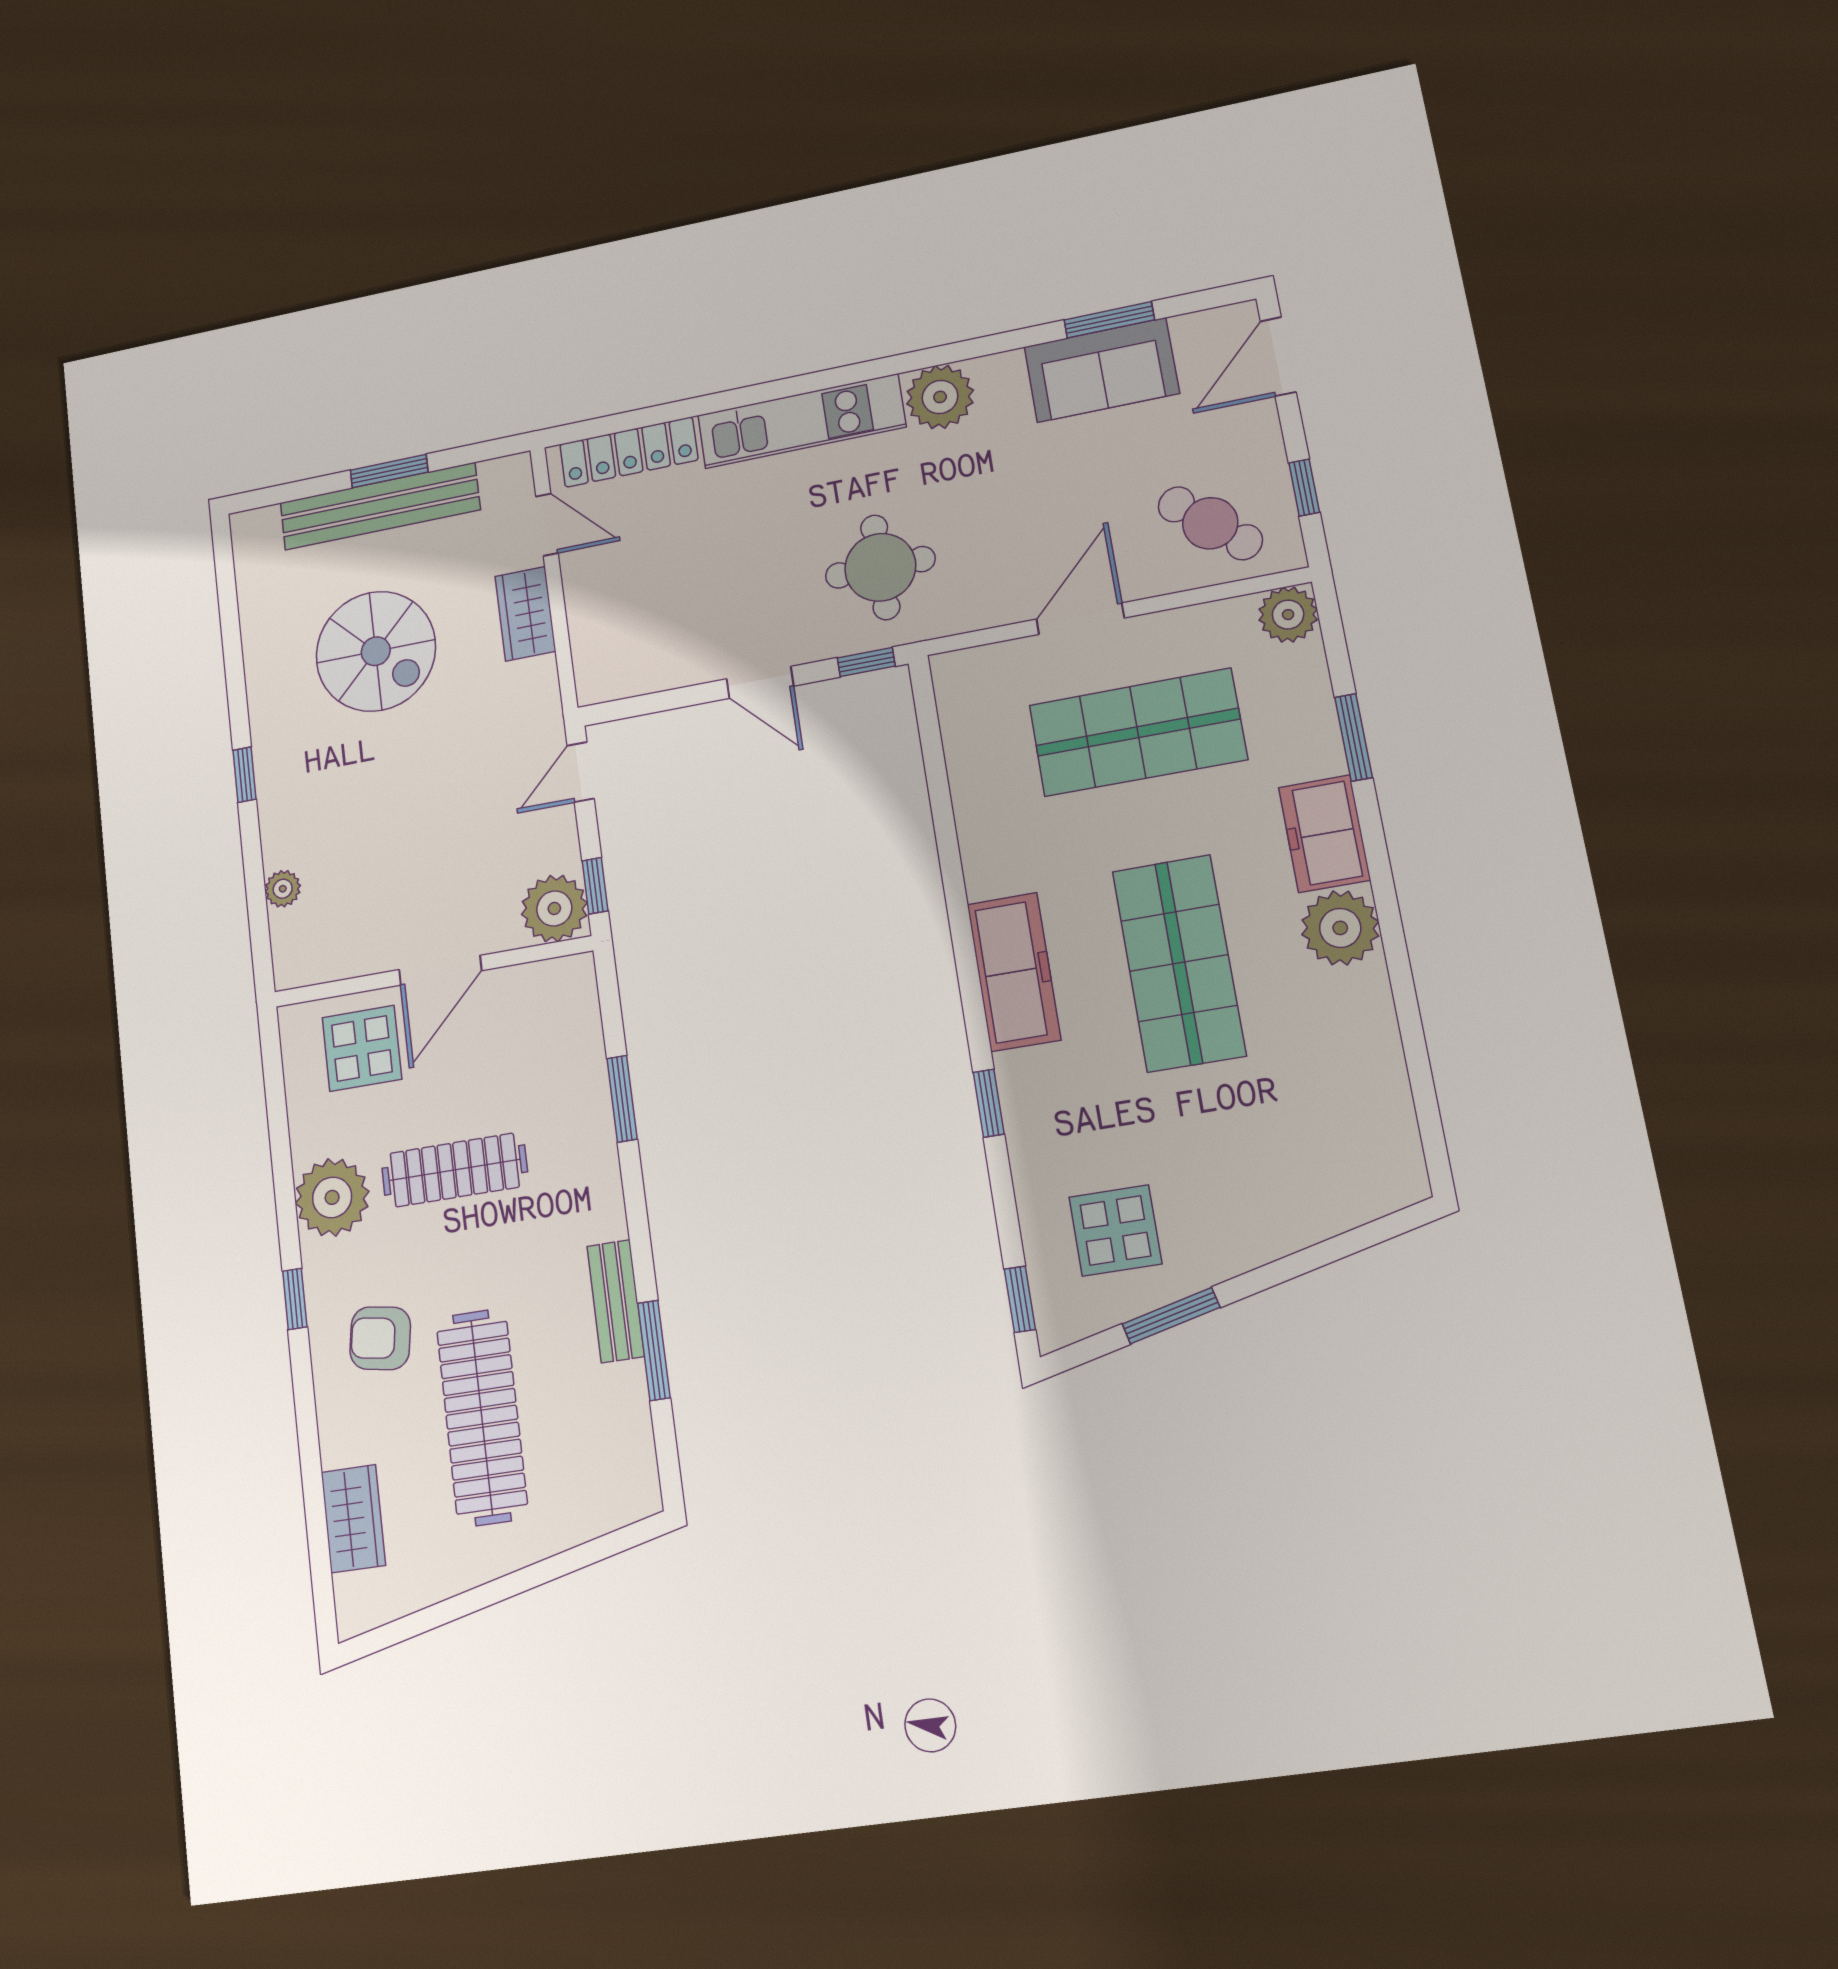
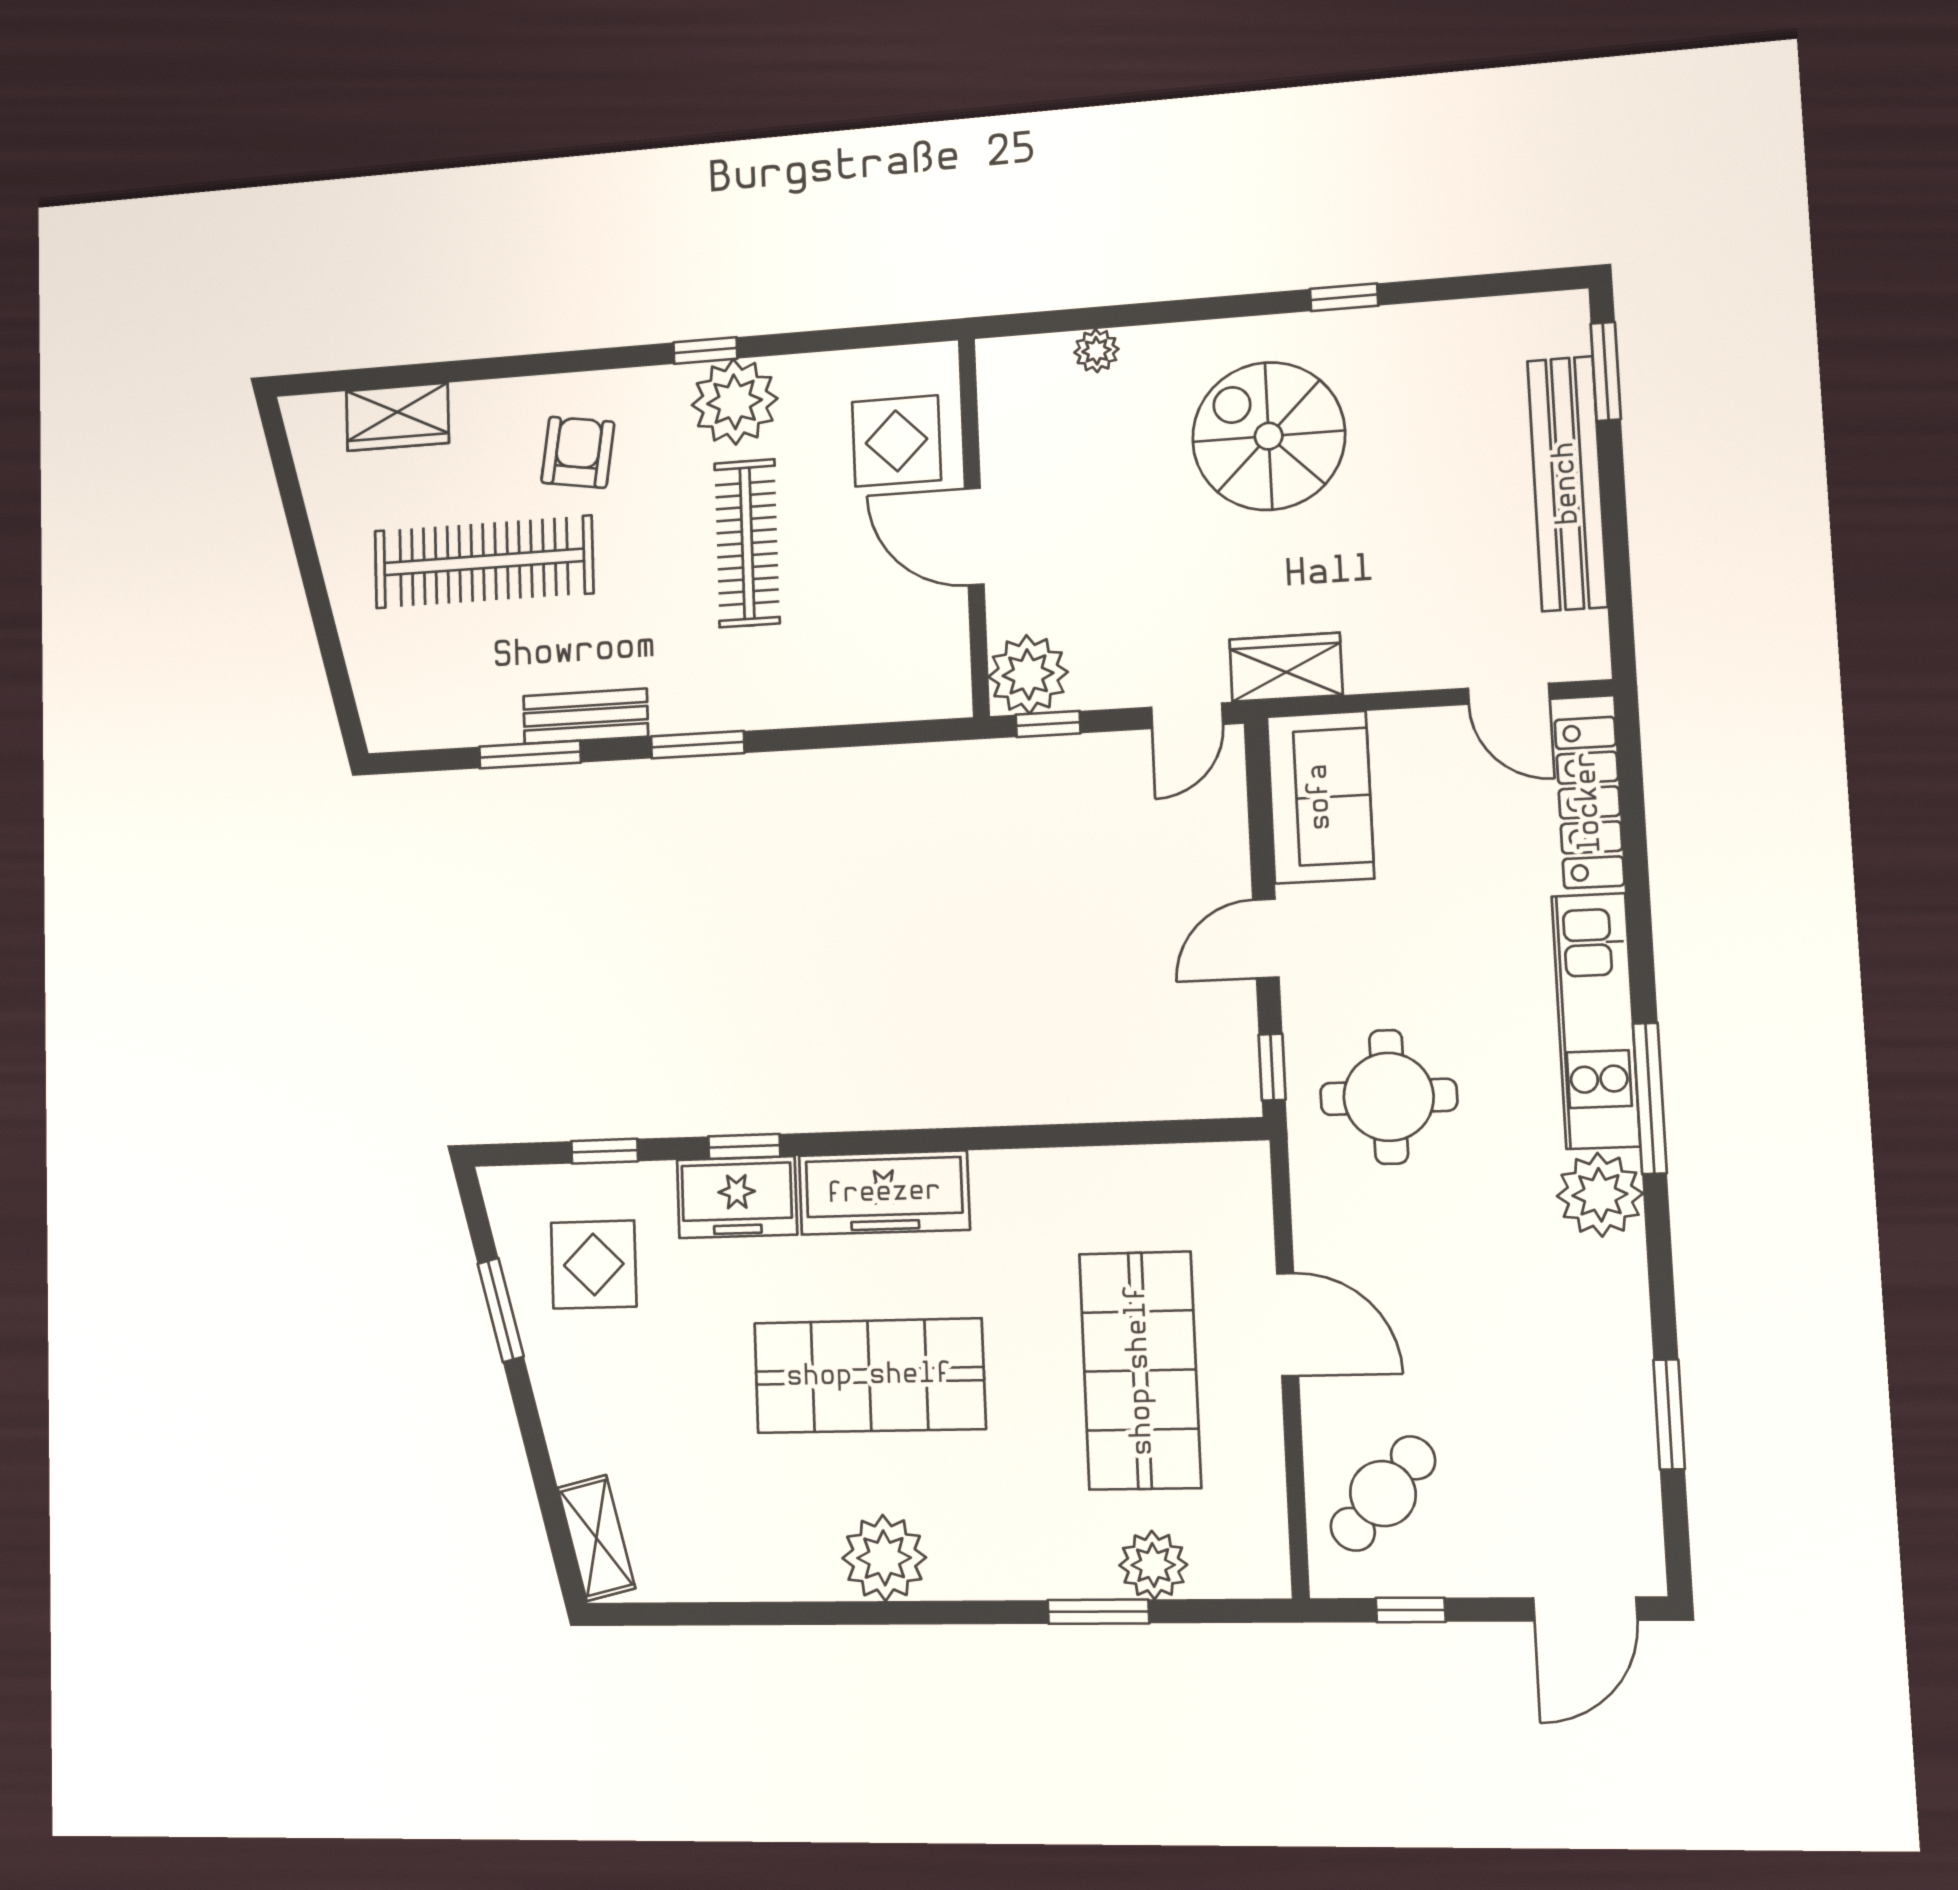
door: (1278, 357) -> (1585, 1609), swing flipped
sofa: (1102, 370) -> (1320, 797), moved, turned 180
window: (859, 372) -> (1650, 1098), added
window: (389, 471) -> (1606, 371), moved
door: (547, 525) -> (1509, 694), hinge flipped
wardrobe: (525, 614) -> (1286, 667), moved
plant: (1288, 615) -> (1153, 1565), moved
spiral stairs: (376, 651) -> (1269, 436), moved, turned 90
door: (581, 772) -> (1187, 716), swing flipped
window: (245, 775) -> (1344, 297), moved
freezer: (1324, 834) -> (737, 1197), moved, turned 180
window: (622, 1099) -> (698, 745), moved
shelving: (1370, 1196) -> (596, 1538), added
window: (295, 1299) -> (705, 351), moved
window: (1020, 1299) -> (605, 1151), moved

